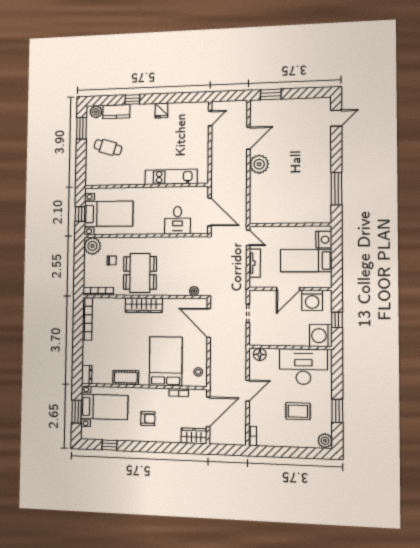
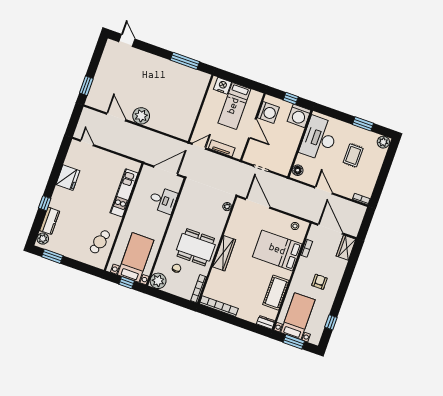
fridge: (161, 111) -> (68, 178), width x1.88, depth x1.34
cafe table: (108, 147) -> (100, 242), moved
door: (209, 323) -> (258, 203), swing flipped
cot: (126, 378) -> (276, 293), width x1.37, depth x1.34

